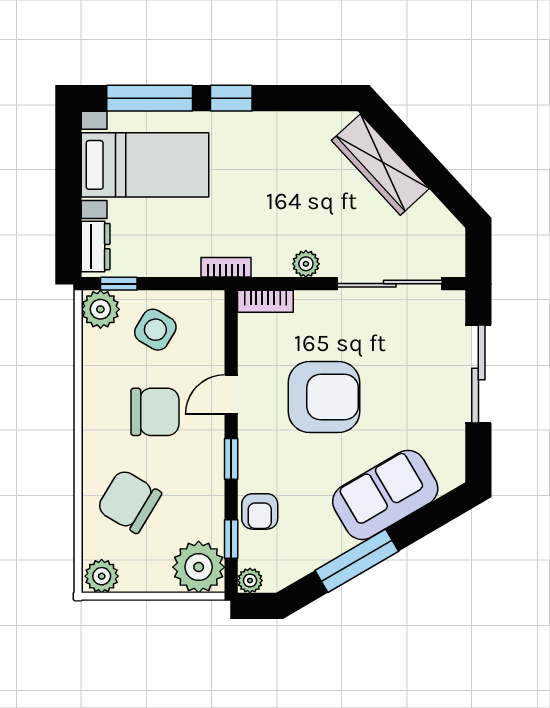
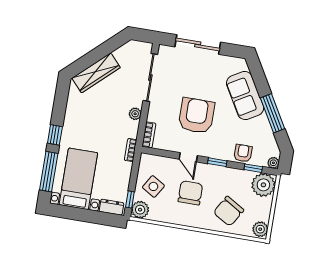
armchair: (260, 511) -> (243, 153), turned -90

